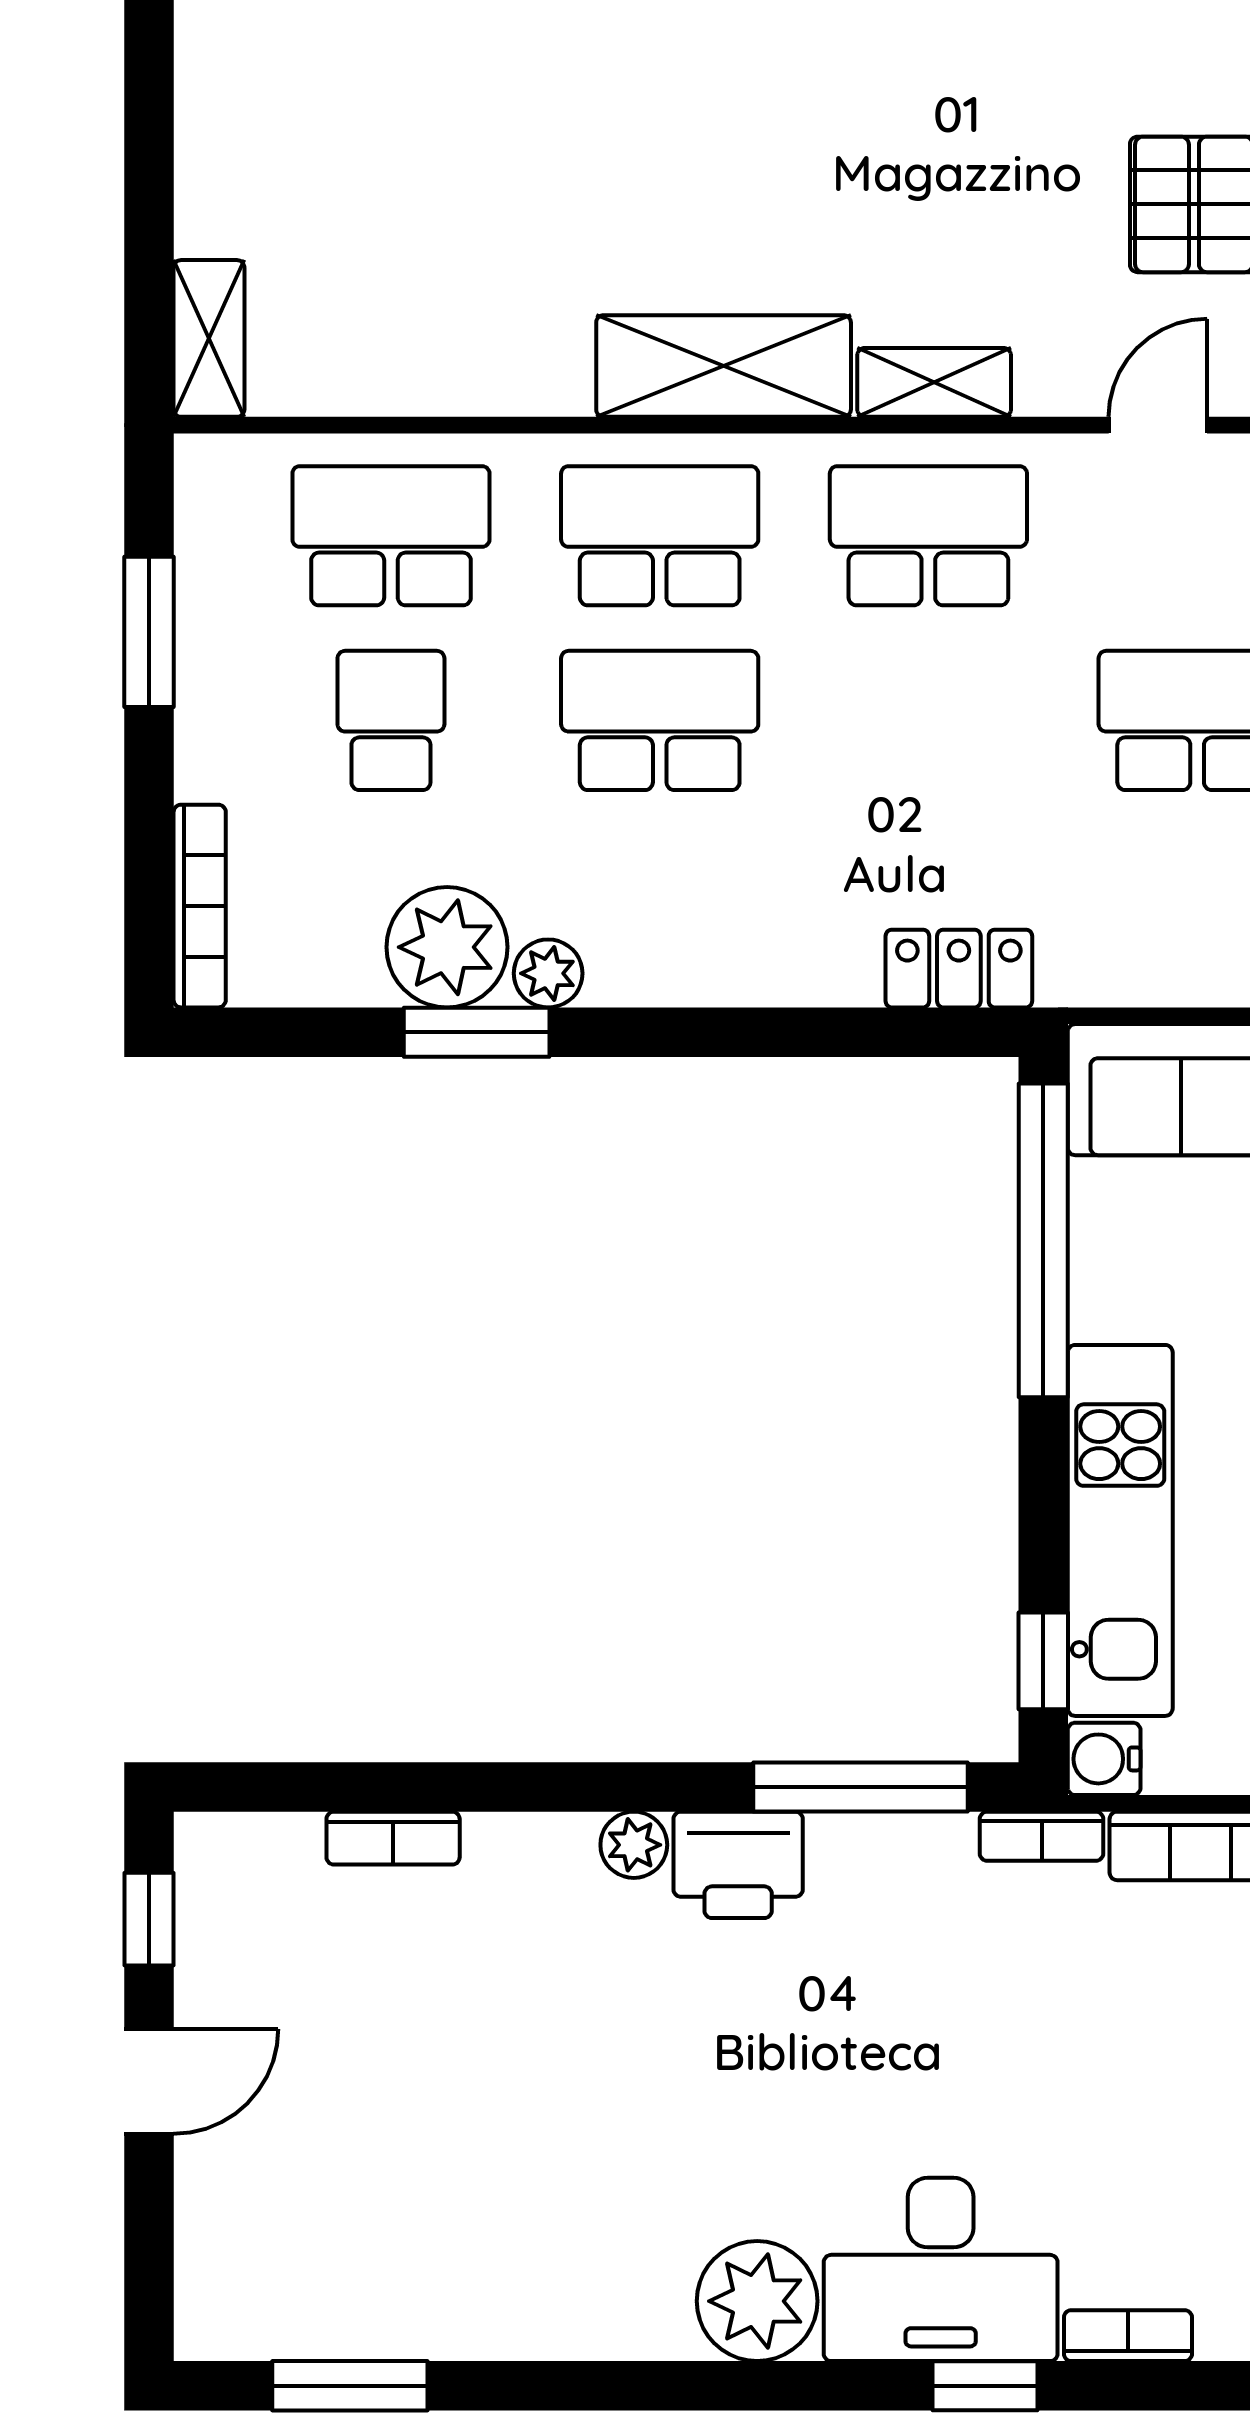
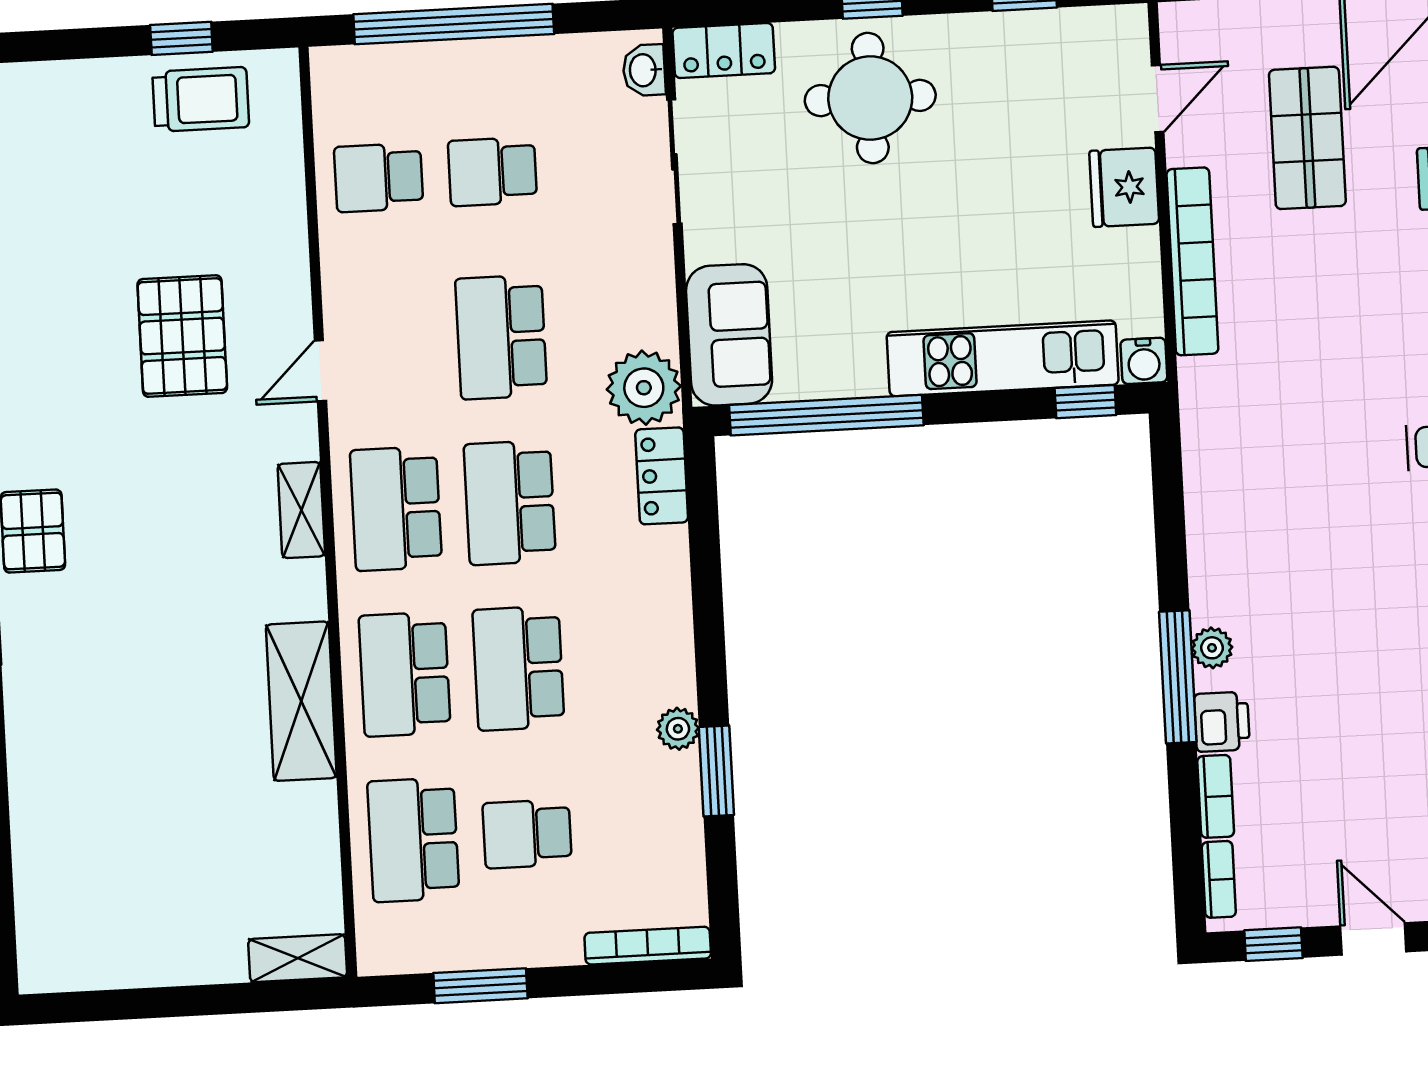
shelving: (724, 366) -> (301, 701), moved
door: (1158, 425) -> (320, 371), hinge flipped
school desk: (928, 720) -> (510, 503), added
plant: (447, 947) -> (644, 388), moved
window: (861, 1787) -> (1178, 677), moved
bookcase: (1042, 1836) -> (1219, 879), moved
printer: (738, 1865) -> (1222, 722), moved, width x0.73, depth x0.81

